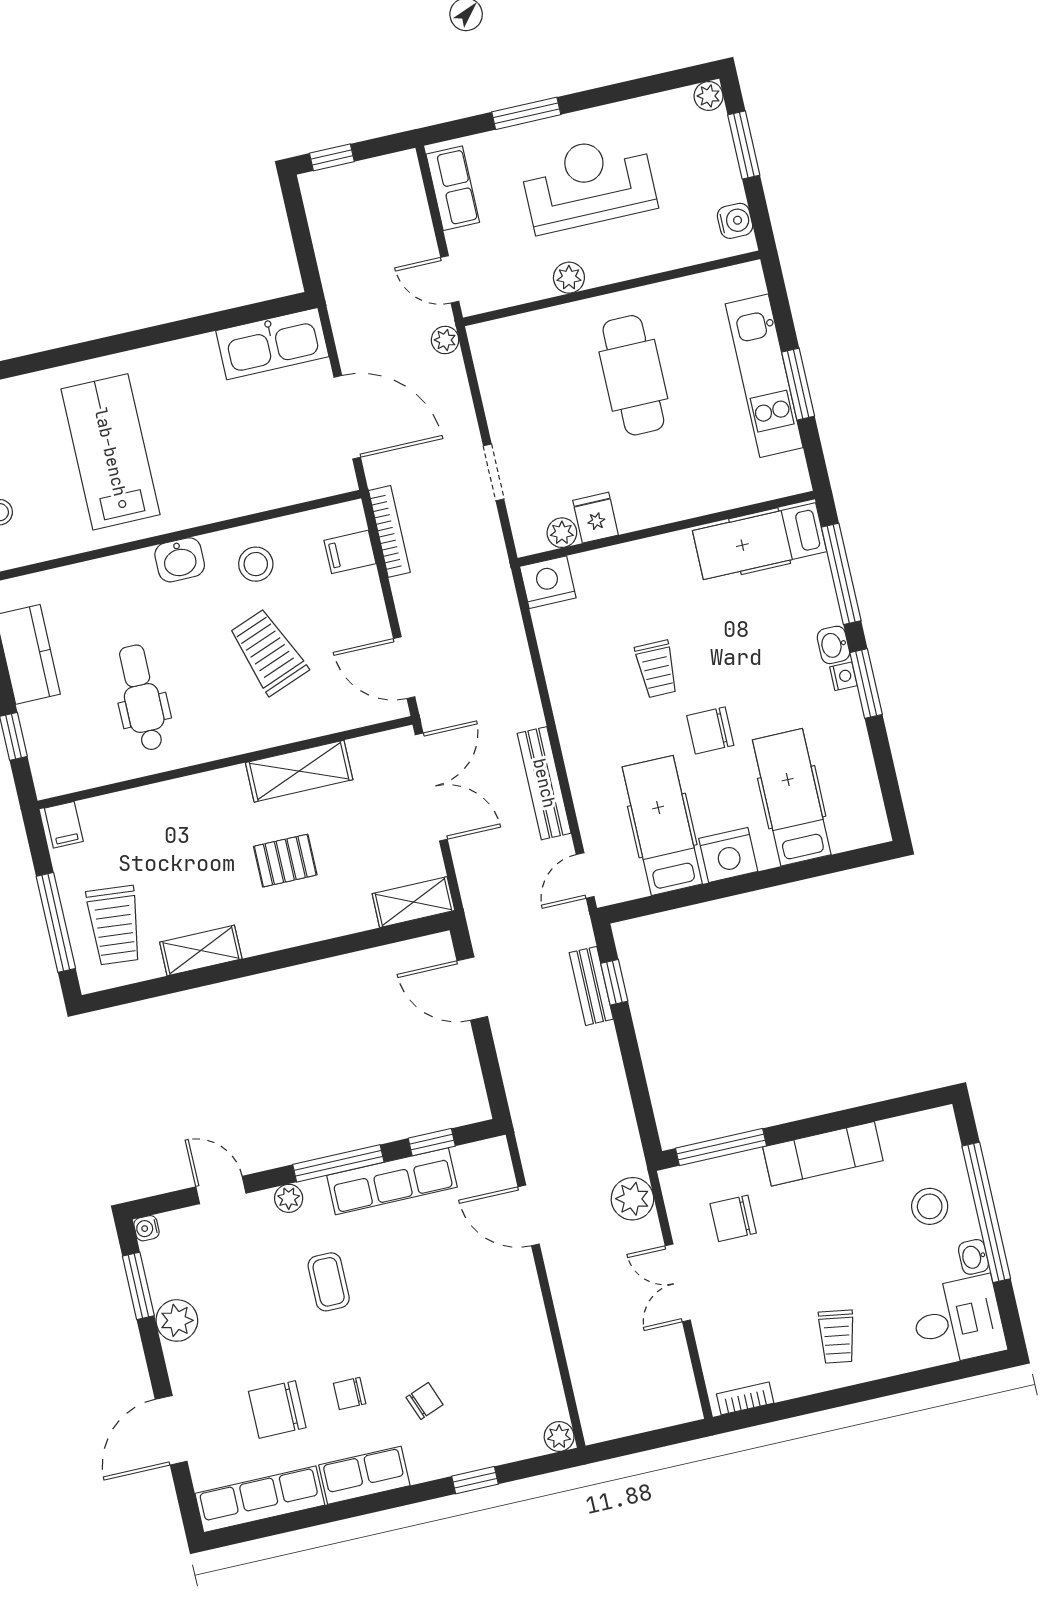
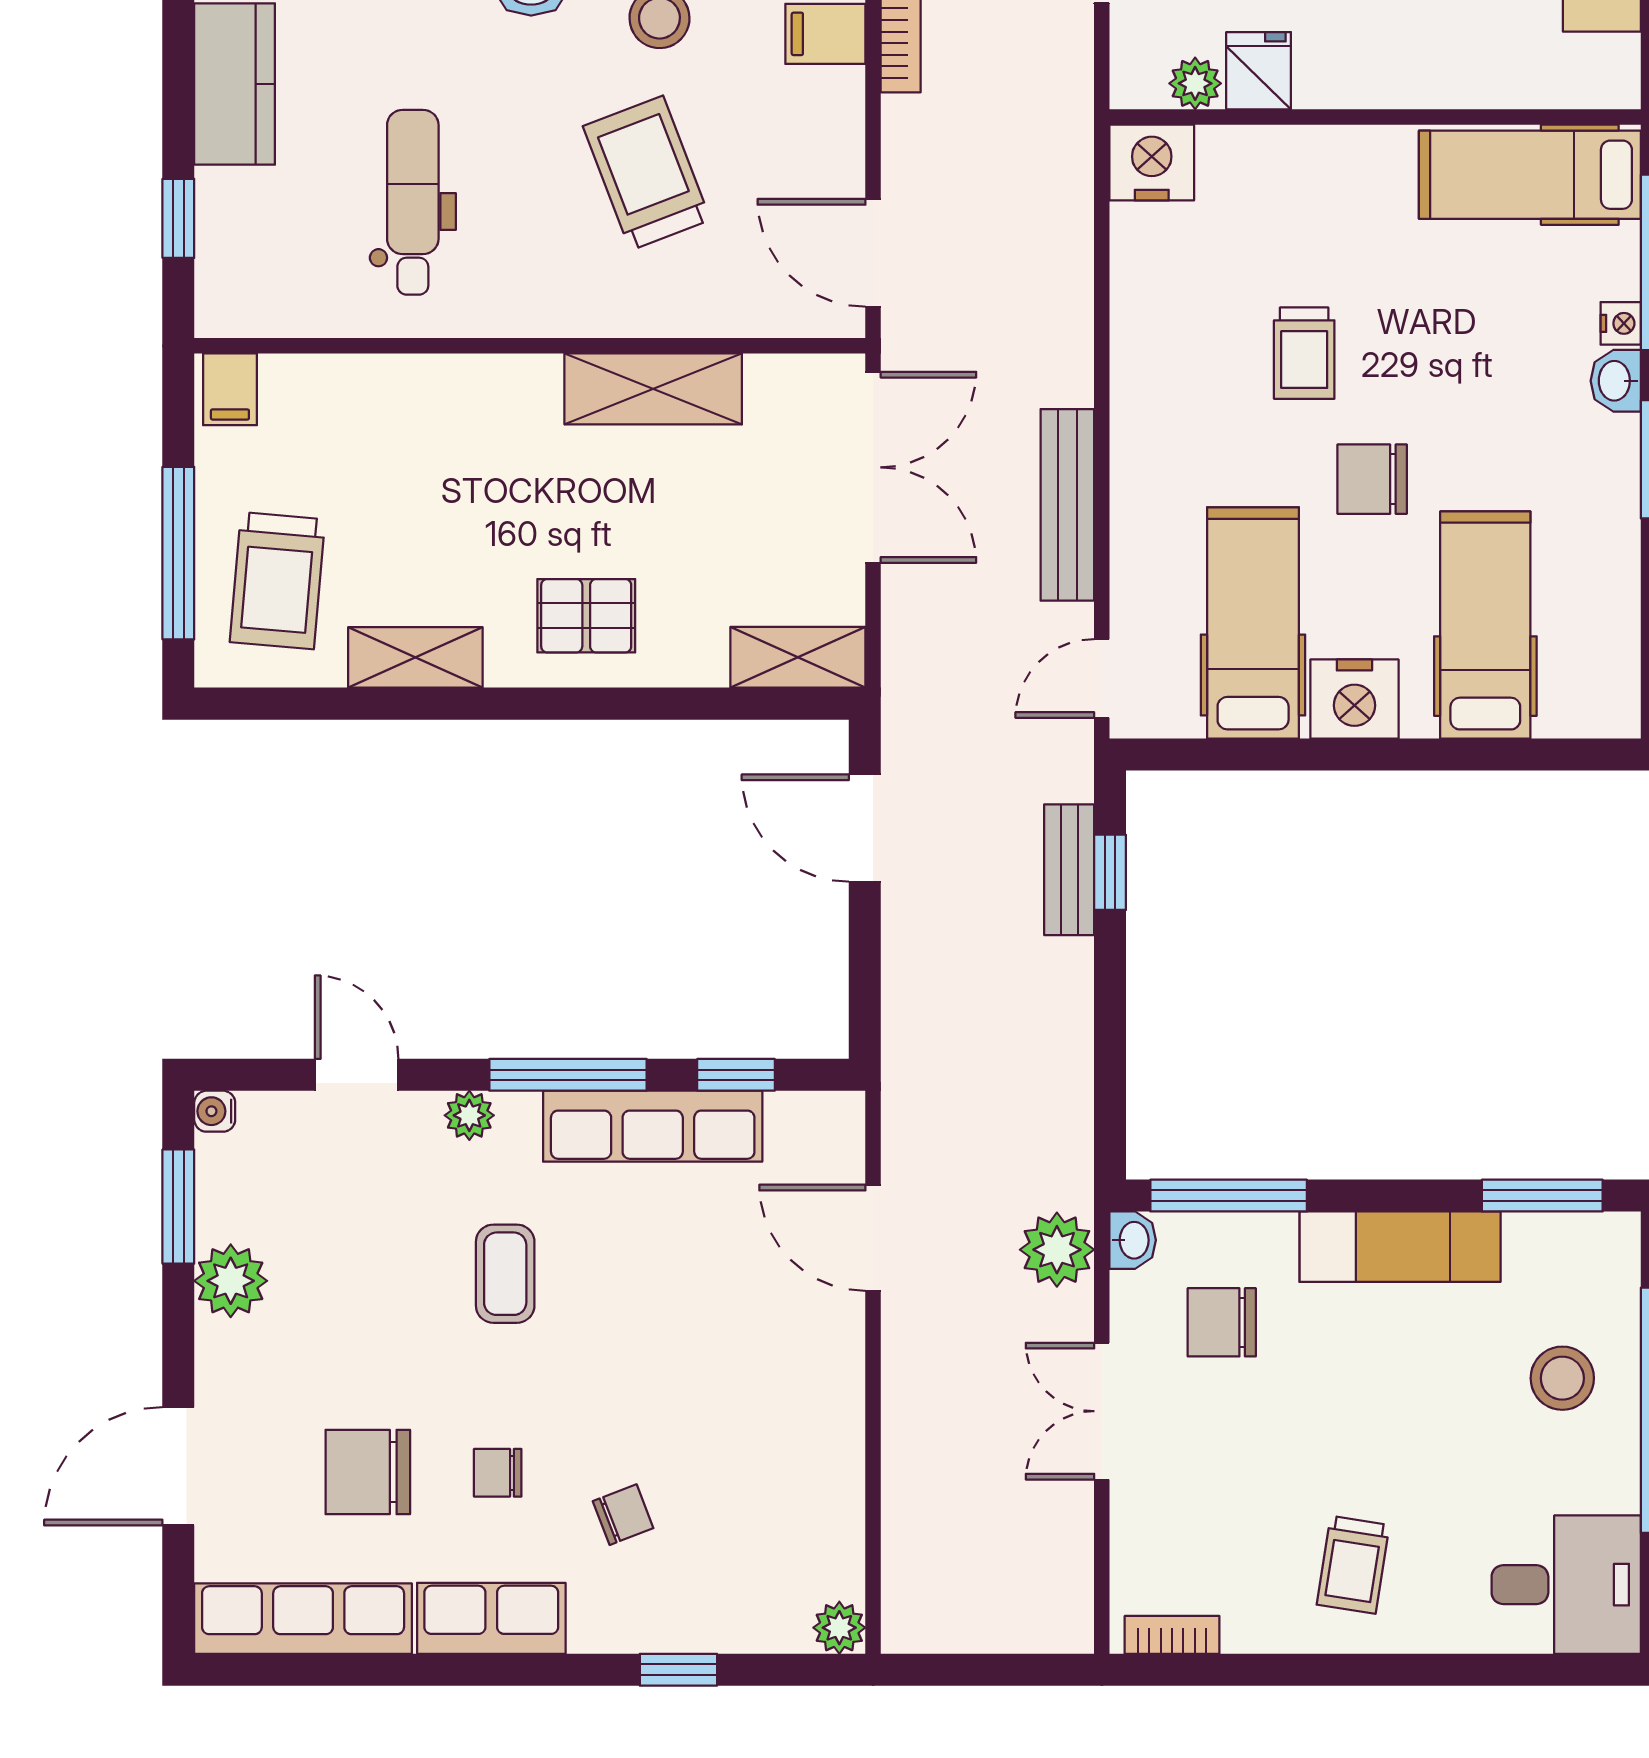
nightstand: (843, 676) -> (1621, 323), moved
pallet: (285, 861) -> (586, 616), moved
window: (895, 1107) -> (1542, 1196), added
washbasin: (974, 1257) -> (1133, 1240), moved, turned 180

